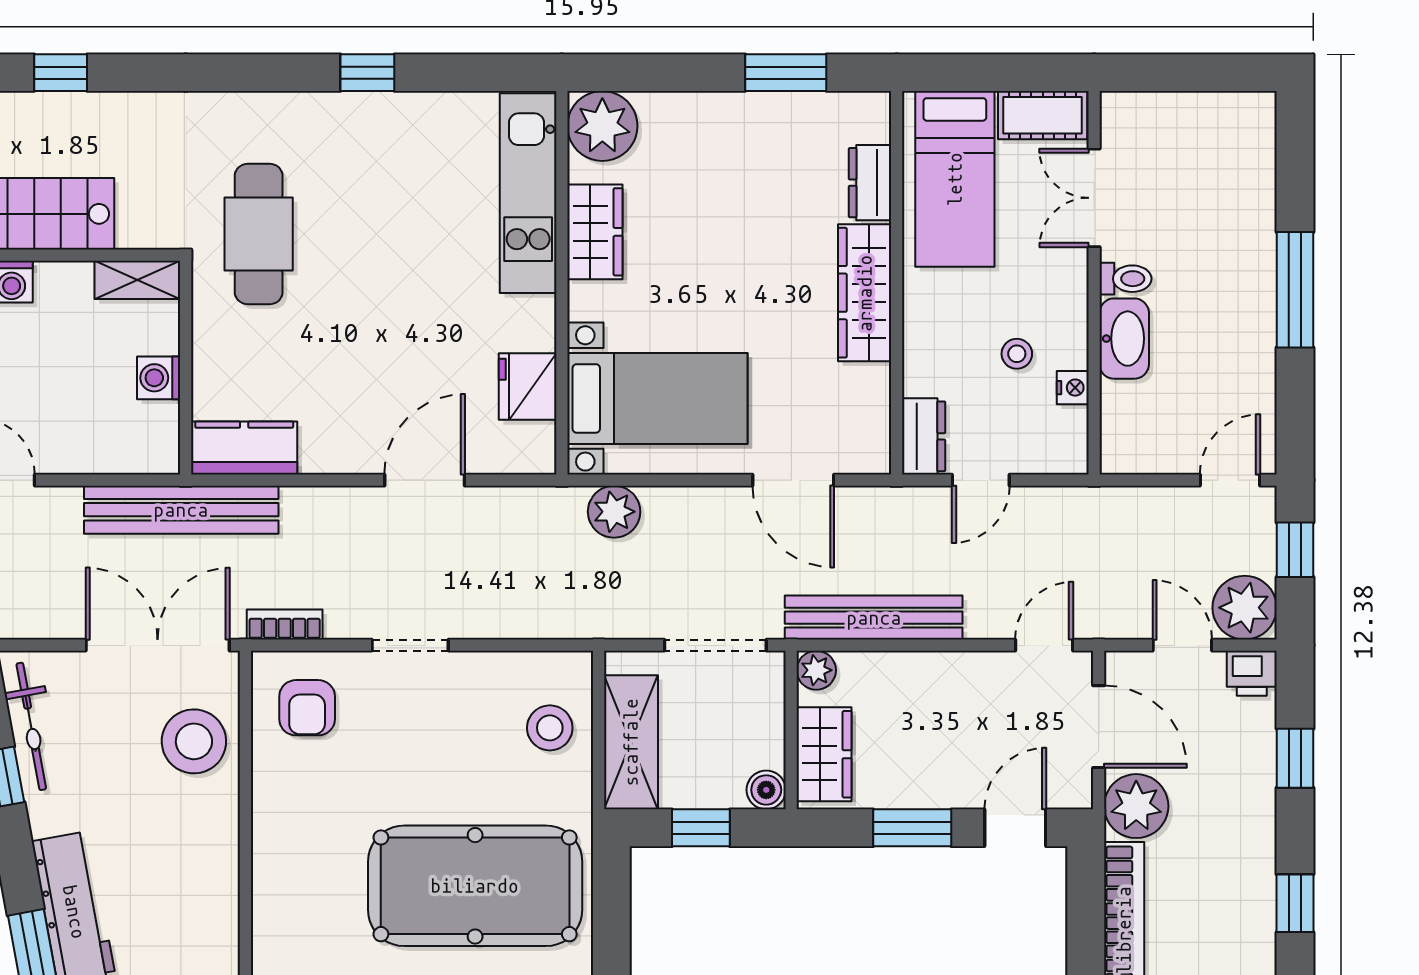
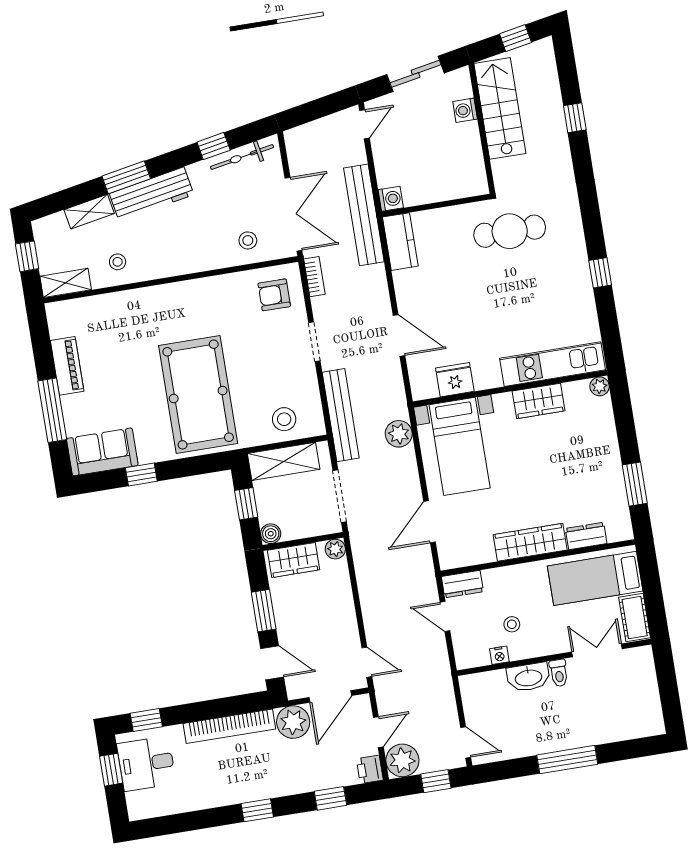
plant: (602, 126) -> (600, 386), width x0.53, depth x0.53
shelving: (137, 280) -> (476, 174), removed
washing machine: (159, 378) -> (391, 199), moved, turned 90
bench: (874, 618) -> (341, 415), moved
stool: (194, 741) -> (248, 240), width x0.53, depth x0.53

